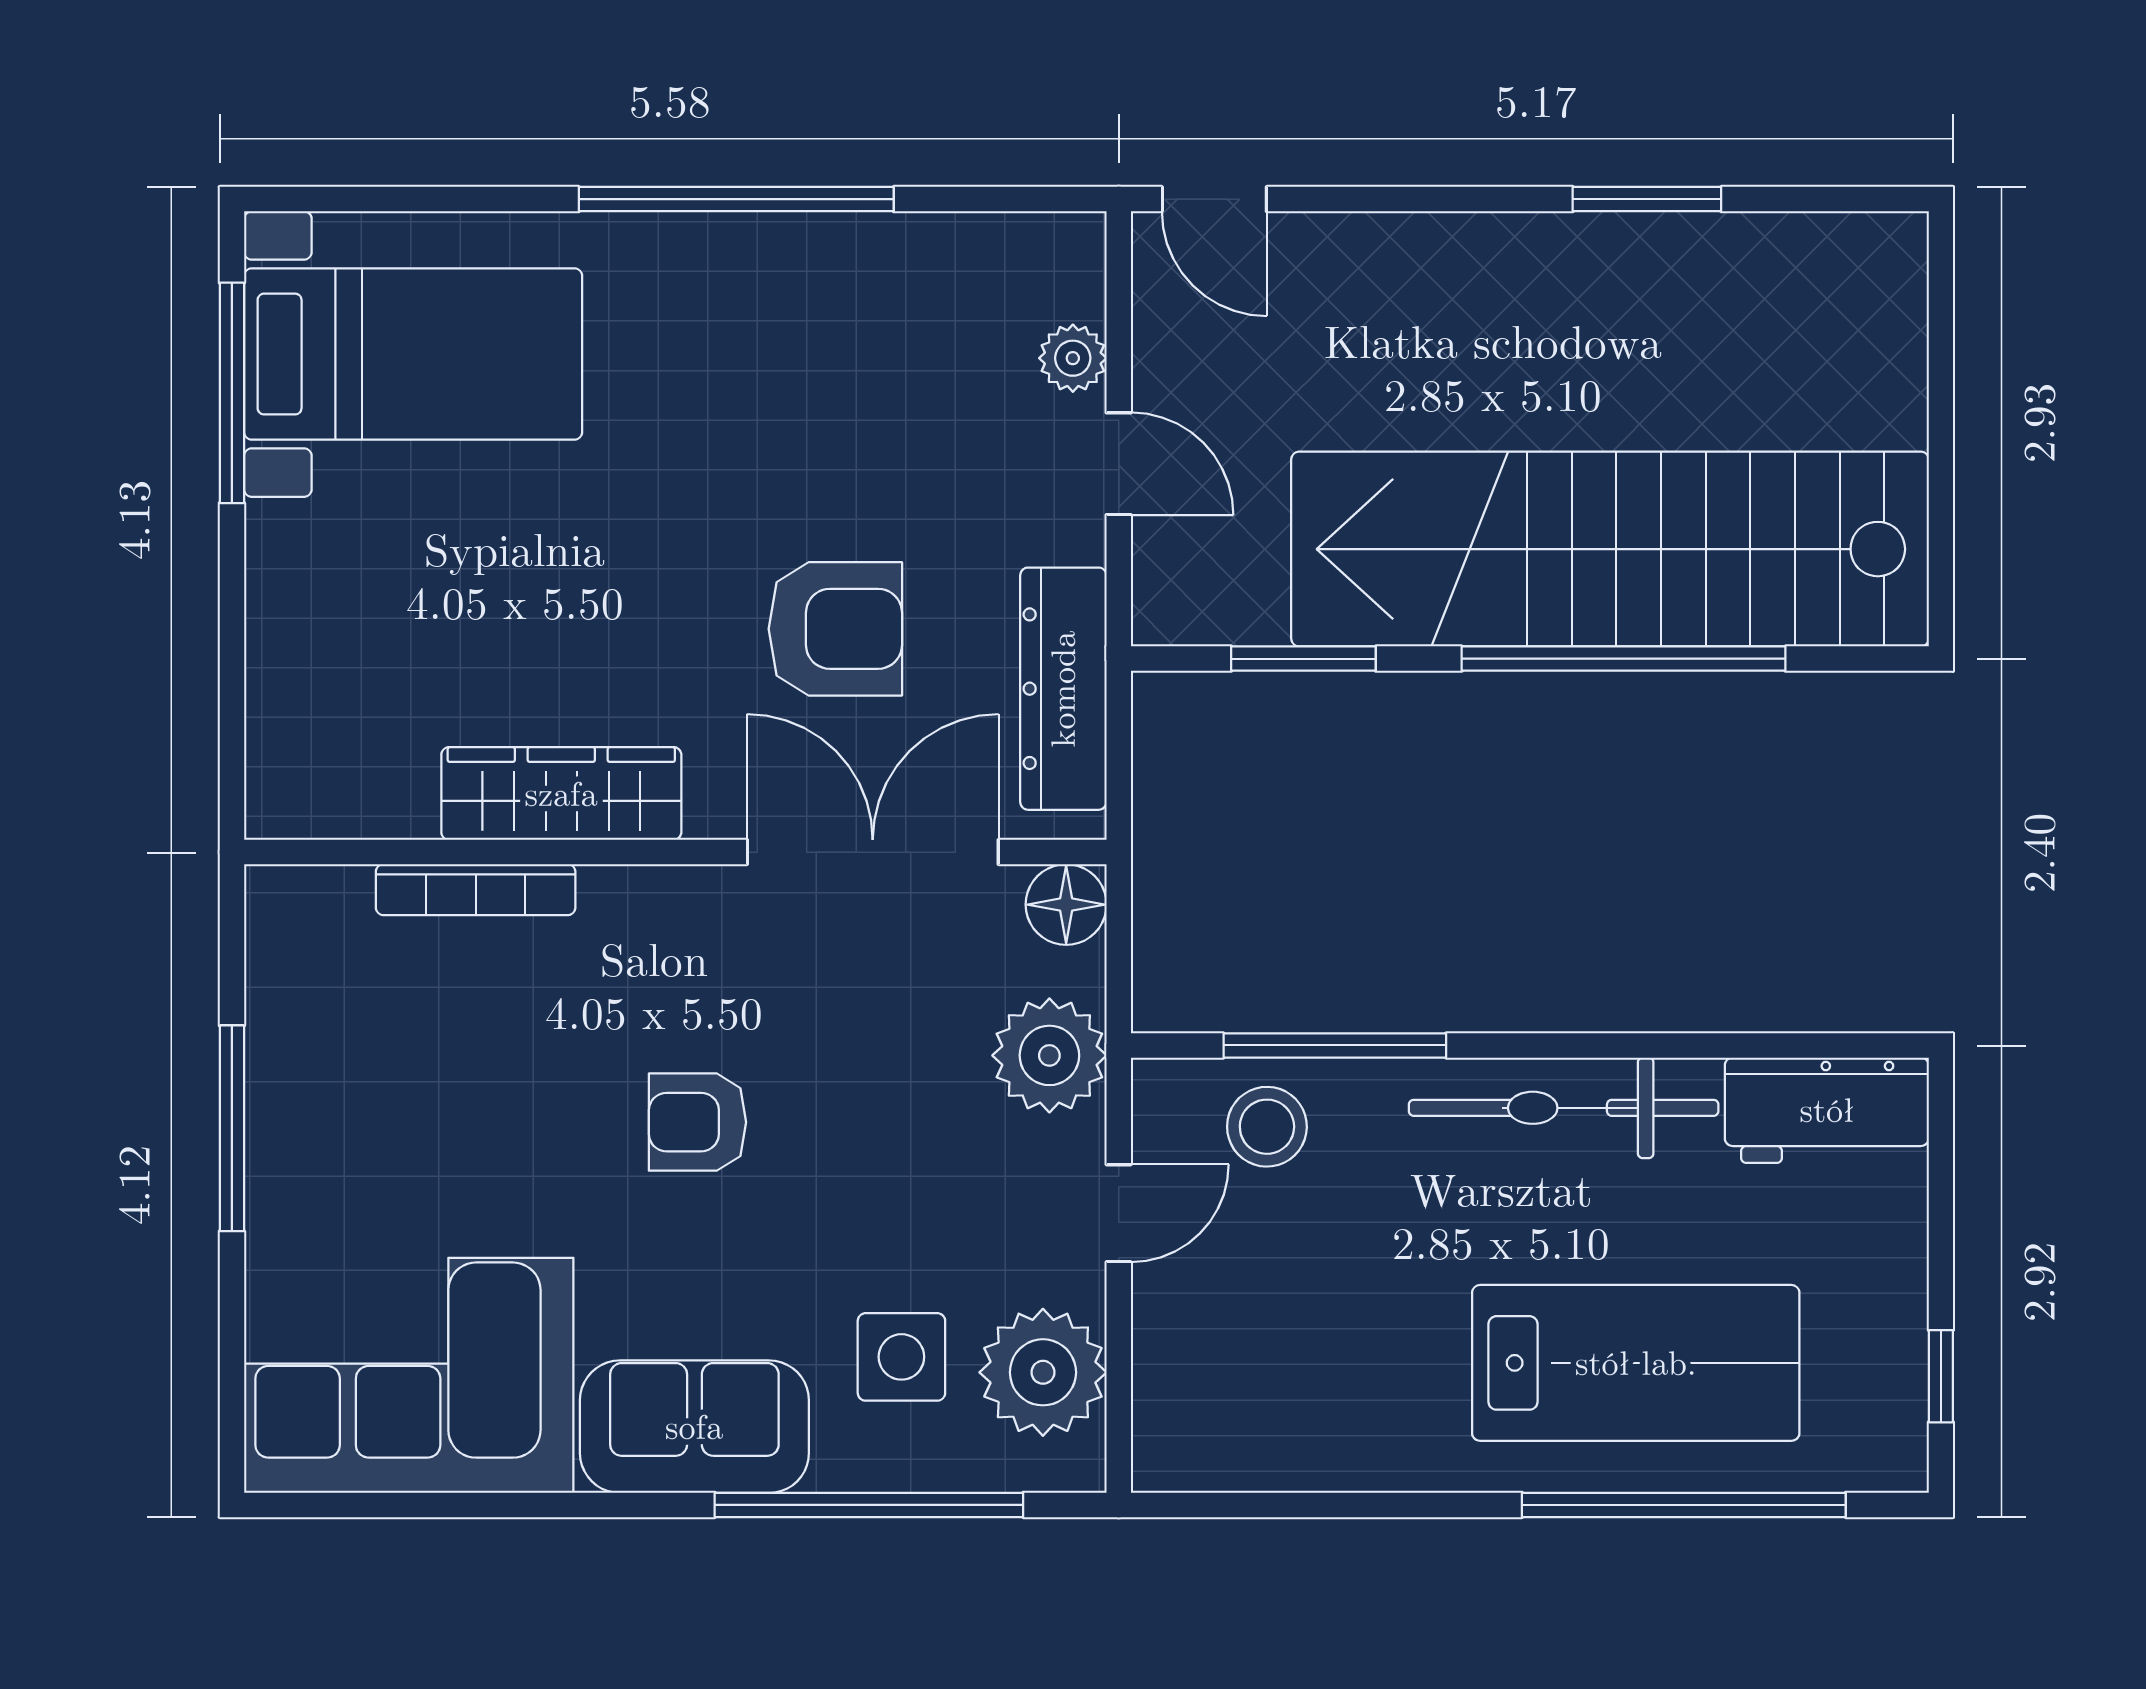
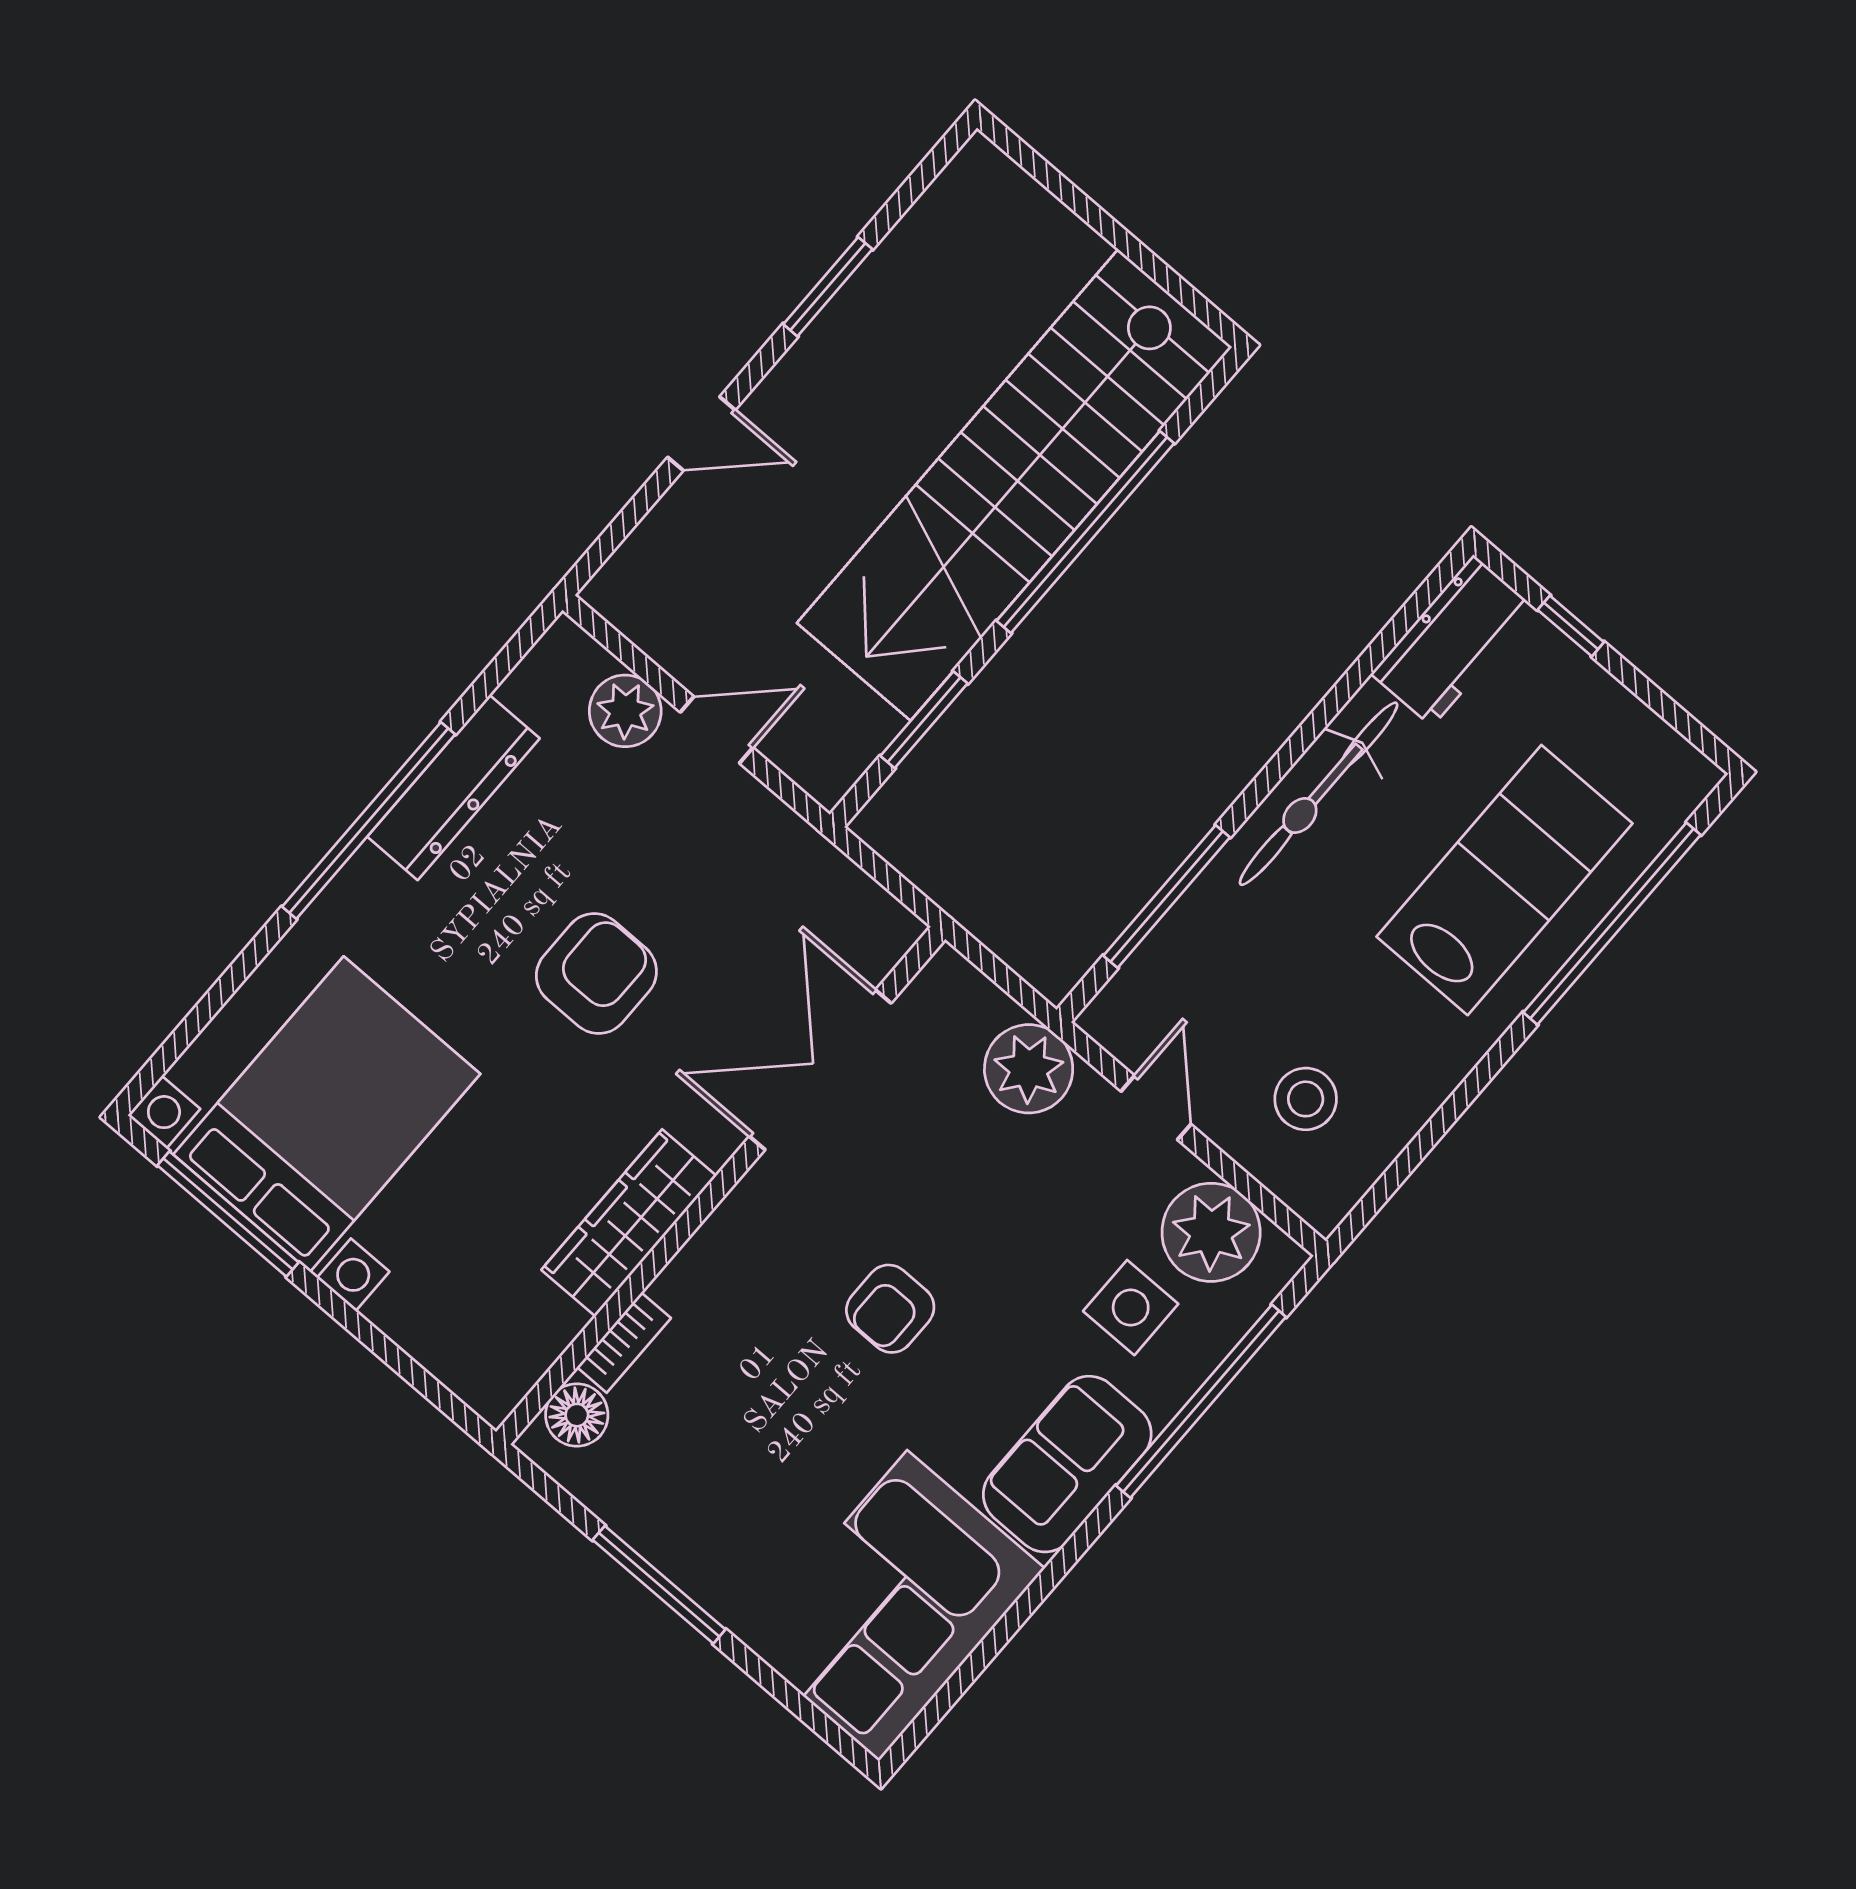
door: (1214, 199) -> (701, 434), moved
bed with nightstands: (413, 354) -> (327, 1114), width x1.36
plant: (1073, 358) -> (625, 711), width x1.38, depth x1.38
armchair: (835, 629) -> (596, 974), moved
dresser: (1063, 689) -> (453, 787), moved, turned -90
bookcase: (476, 890) -> (624, 1343), width x0.64
floor lamp: (1066, 905) -> (577, 1415), moved
stool: (1267, 1127) -> (1306, 1099), moved
window: (1941, 1376) -> (1571, 626), moved

